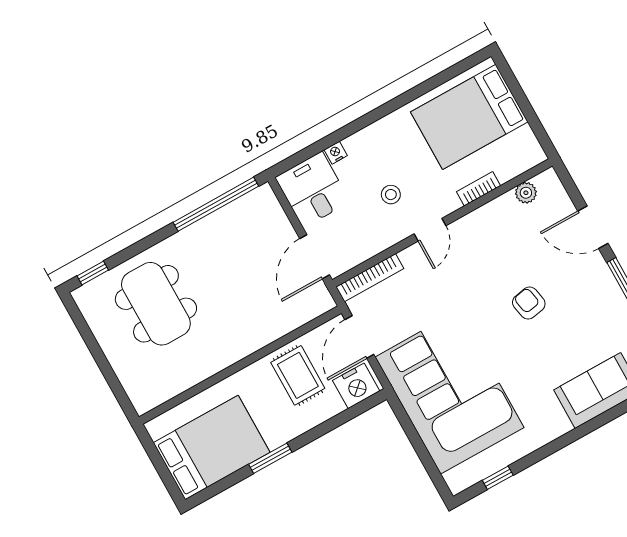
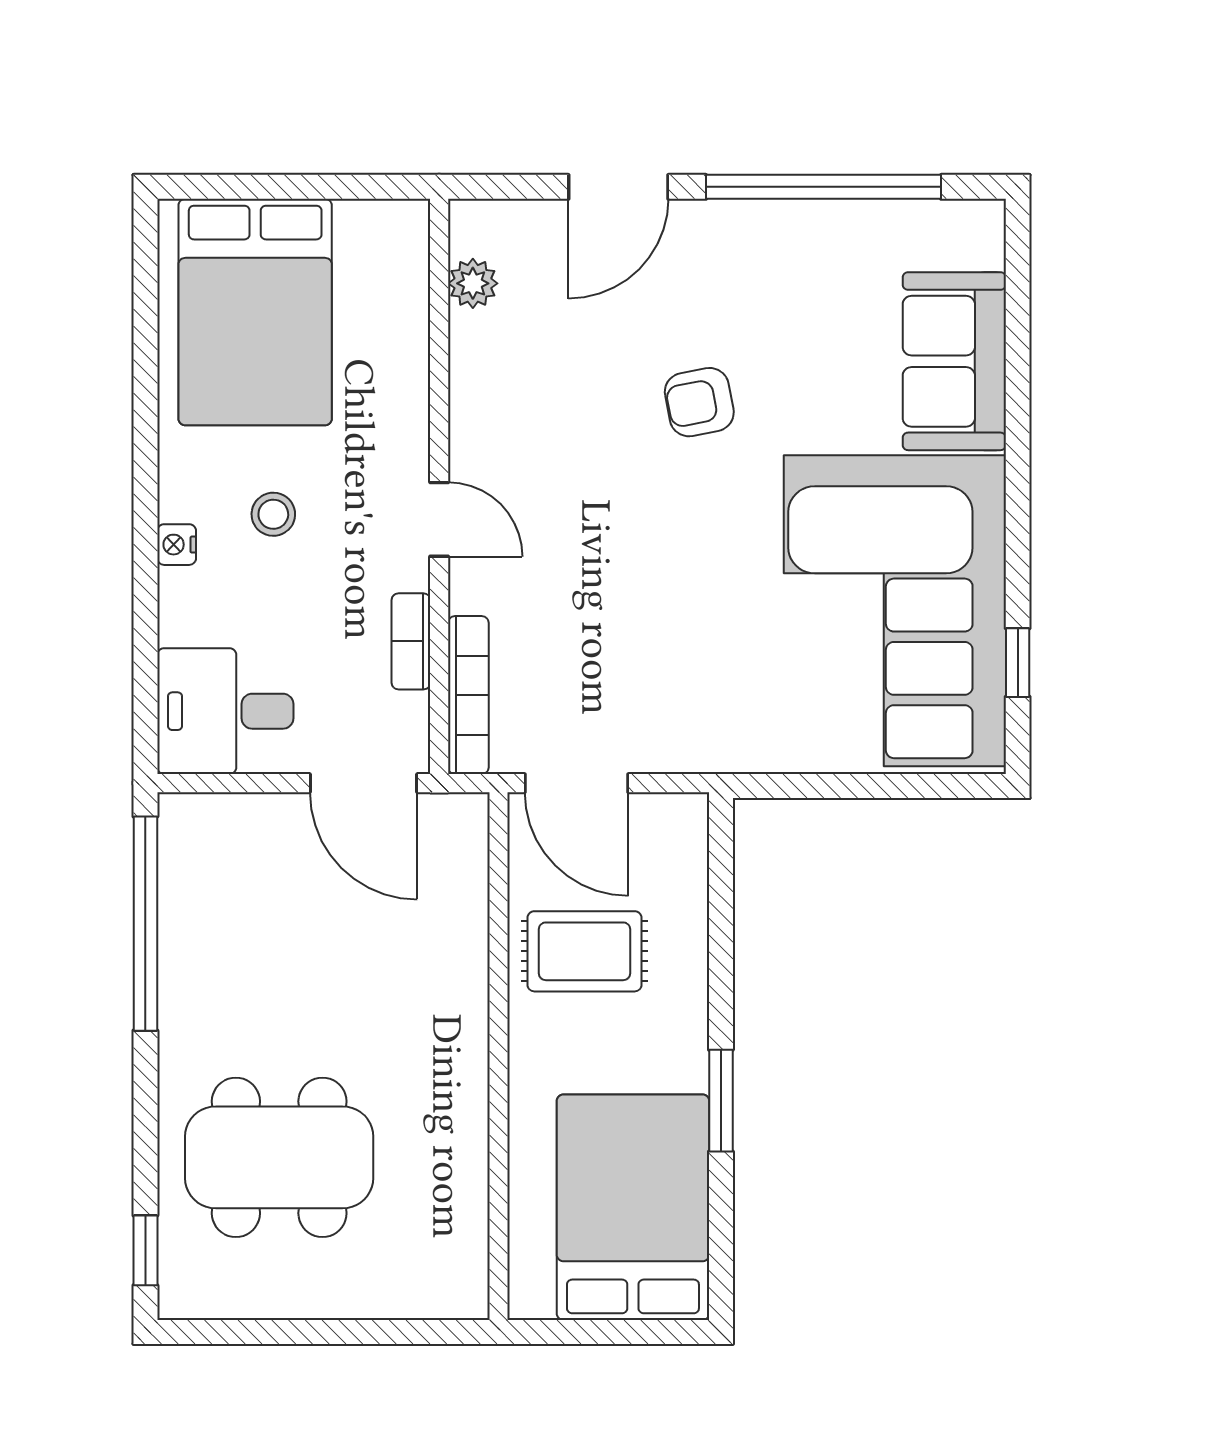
nightstand: (336, 153) -> (177, 545), moved
bookcase: (479, 189) -> (411, 641), moved
stool: (391, 195) -> (273, 514), moved
nightstand: (356, 386) -> (672, 845), removed
corner sofa: (450, 392) -> (895, 611), moved, turned -90

